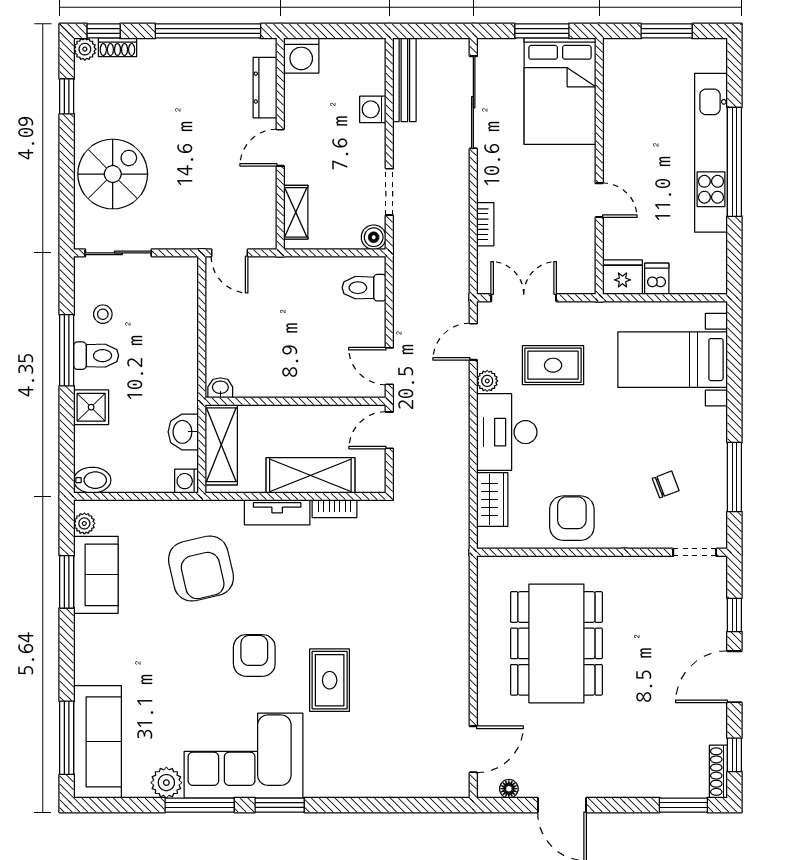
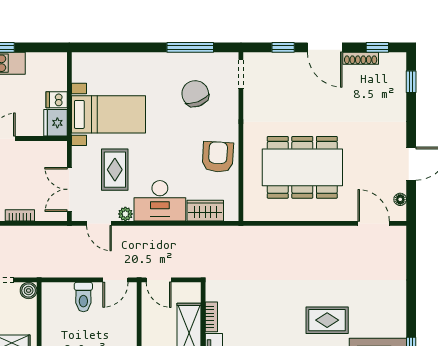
toilet: (364, 288) -> (83, 297), moved
bed with nightstands: (673, 360) -> (108, 114), moved, turned -90
chair: (666, 484) -> (195, 94), width x1.87, depth x1.87
armchair: (572, 518) -> (218, 157), turned 93
shoe rack: (718, 772) -> (361, 58), moved
window: (683, 805) -> (411, 82), width x0.67

